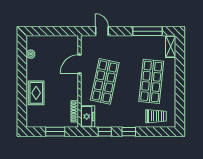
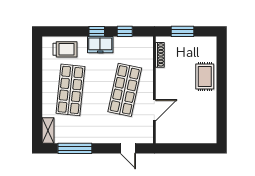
plant: (31, 54) -> (211, 122), removed
freezer: (88, 116) -> (100, 45), moved, turned -90
trolley: (156, 116) -> (65, 49), turned 180

